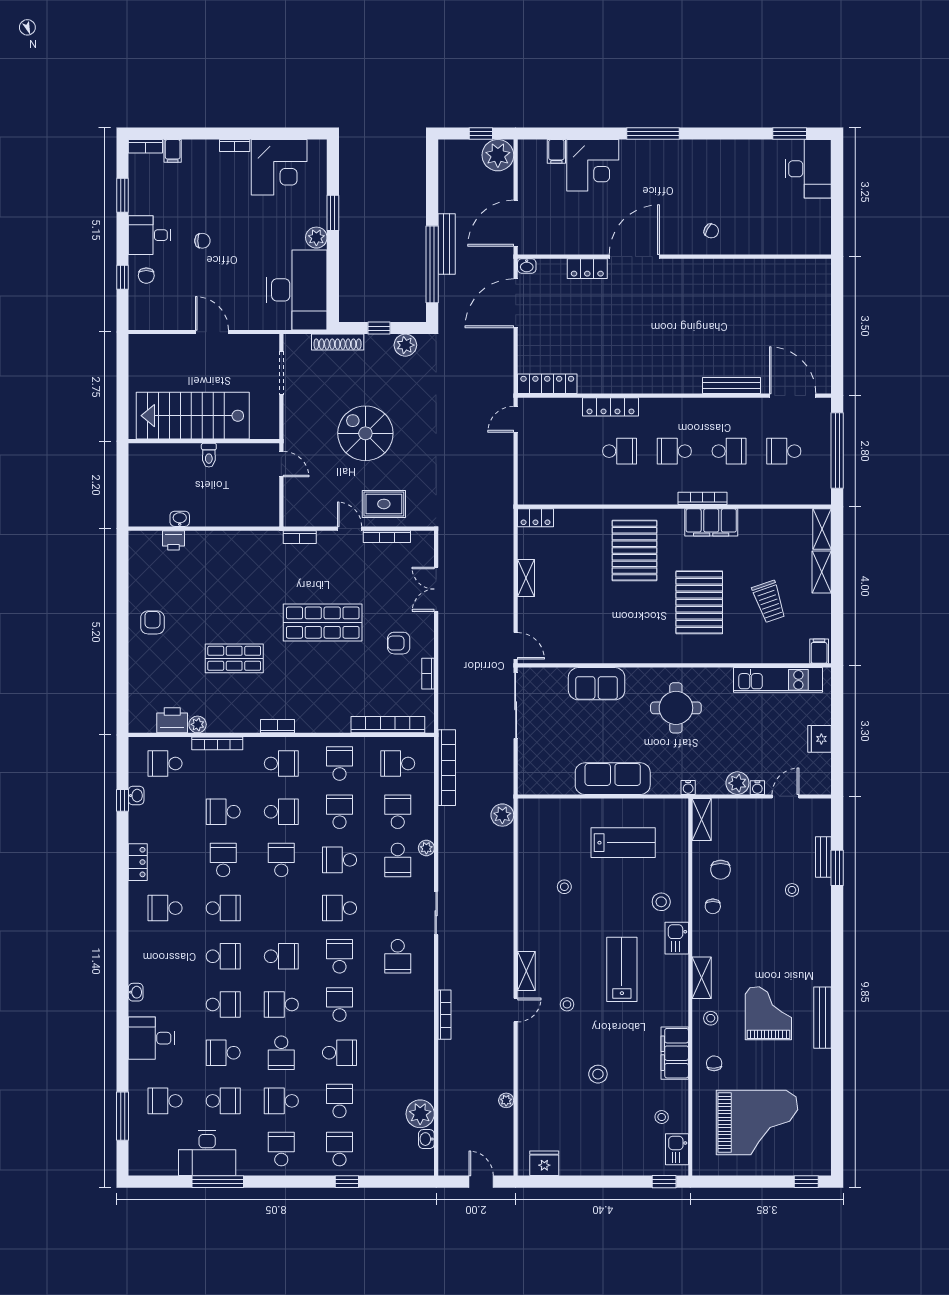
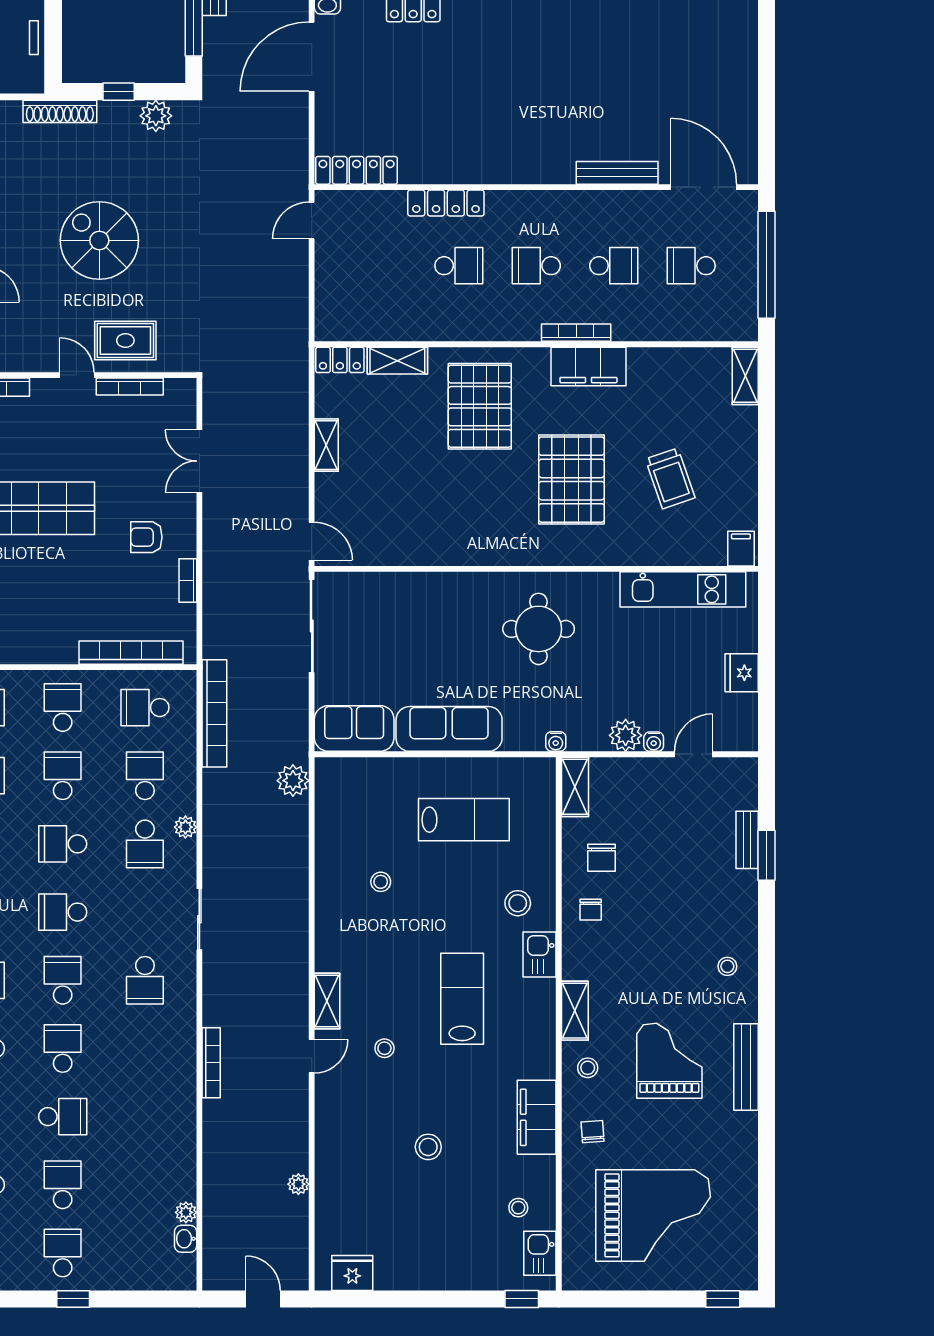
shelving: (822, 572) -> (397, 361), moved, turned 90
sofa: (597, 684) -> (354, 728), moved, turned 180
stool: (792, 890) -> (727, 966), moved
plant: (420, 1114) -> (186, 1212), width x0.53, depth x0.53

